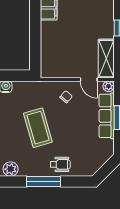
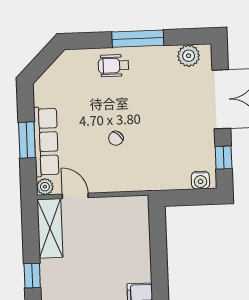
chair: (66, 97) -> (116, 138), moved
coffee table: (38, 128) -> (149, 120), removed

